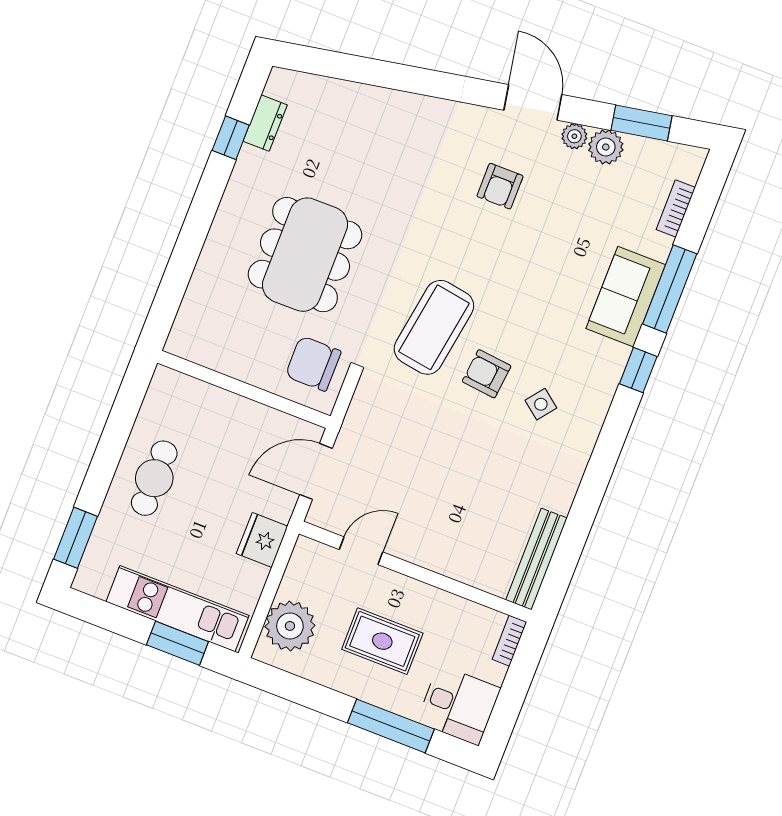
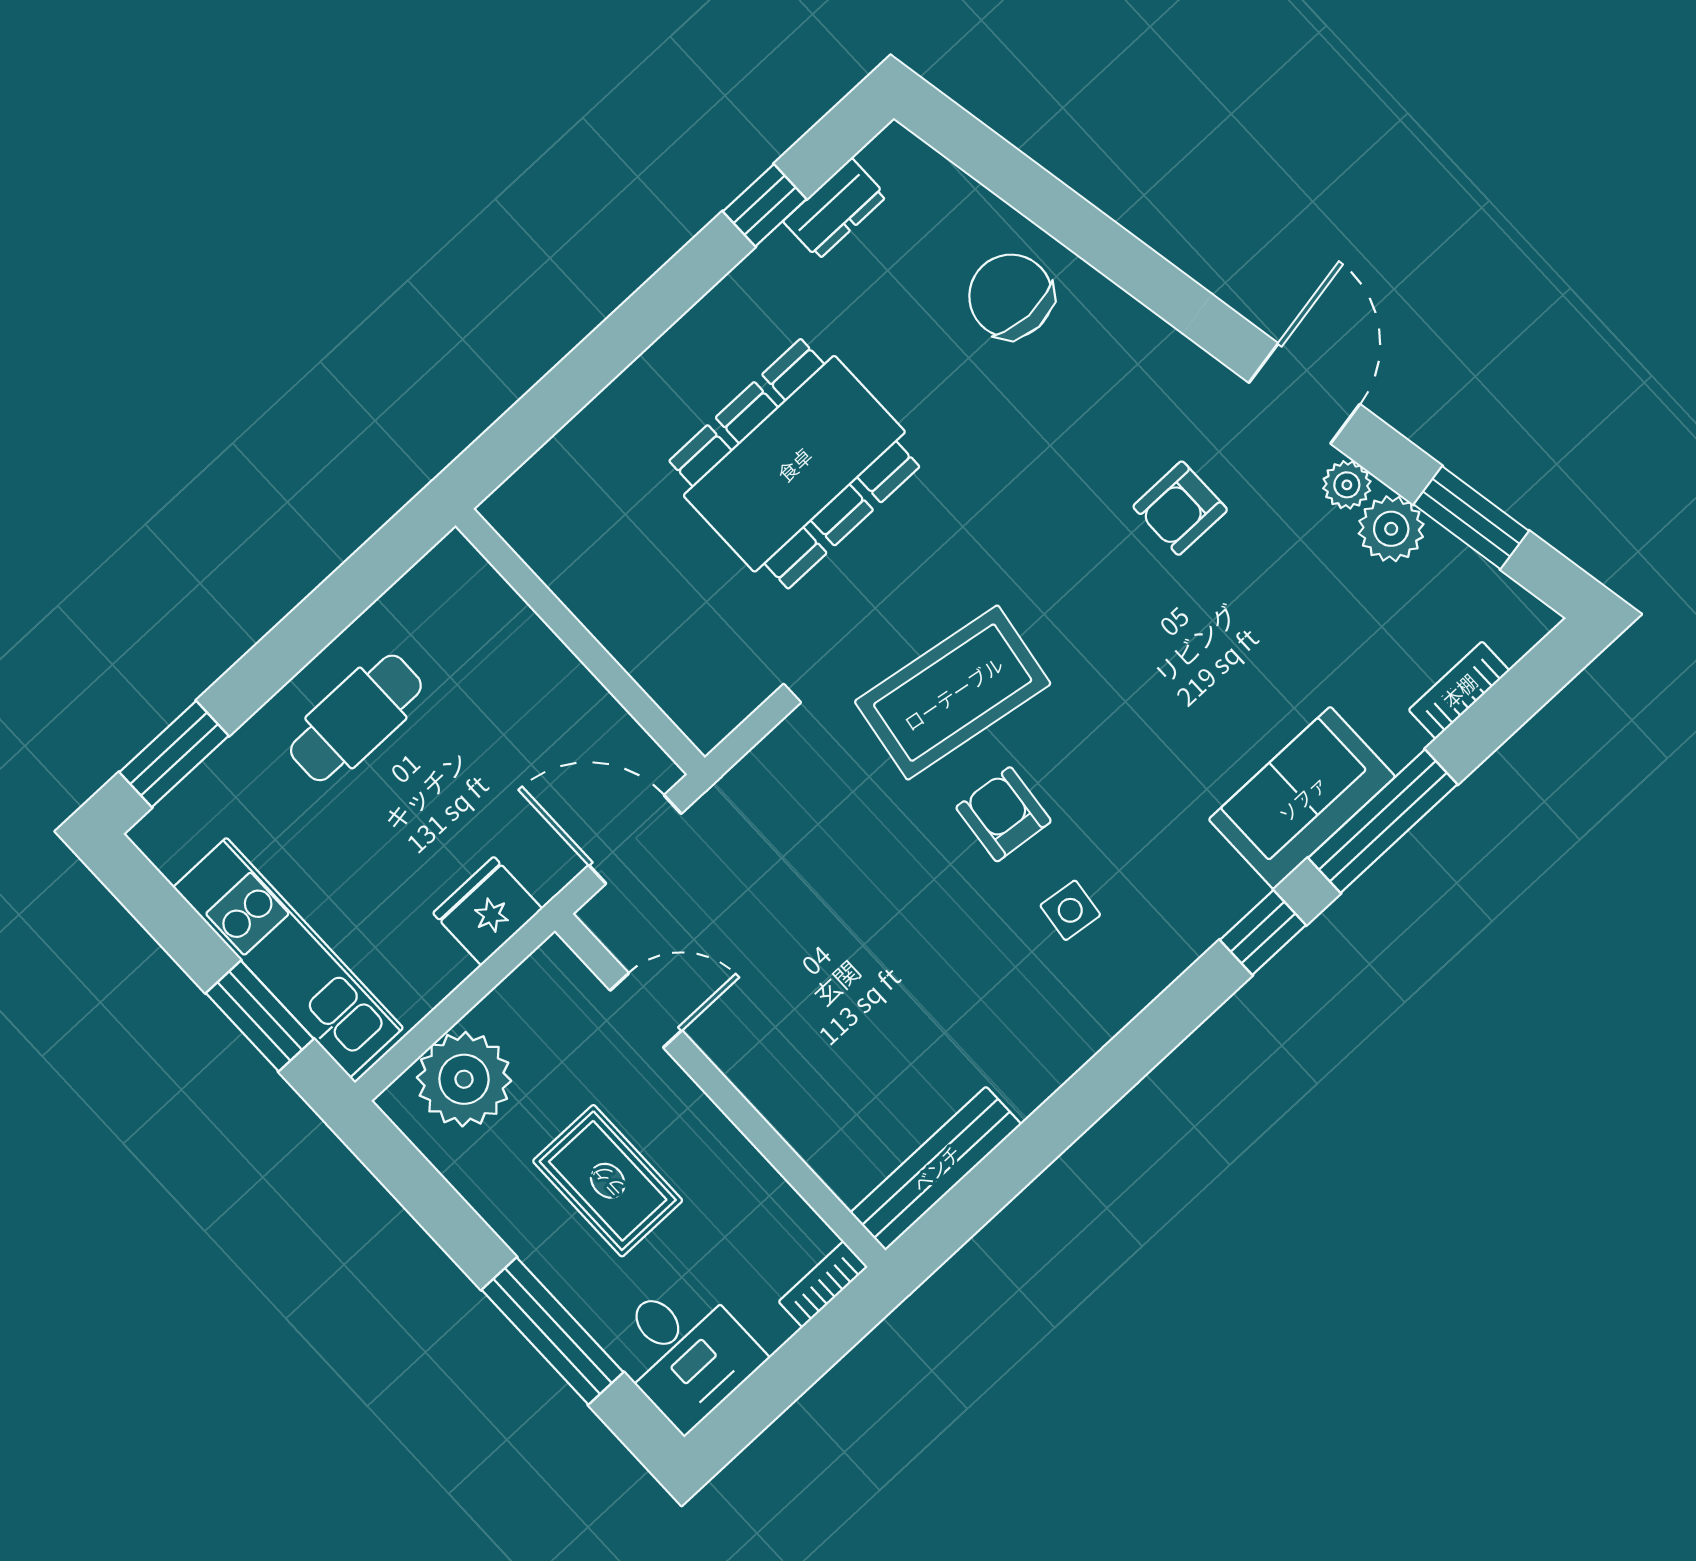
chair: (313, 364) -> (1011, 296), moved
side table: (541, 404) -> (1070, 910), turned -31

